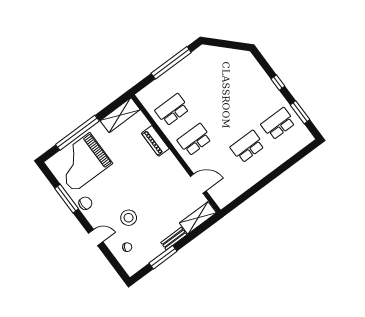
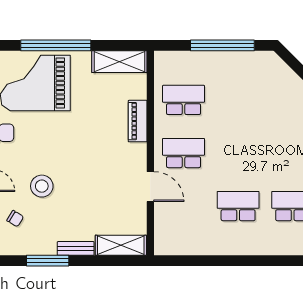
door: (198, 184) -> (150, 187), moved

